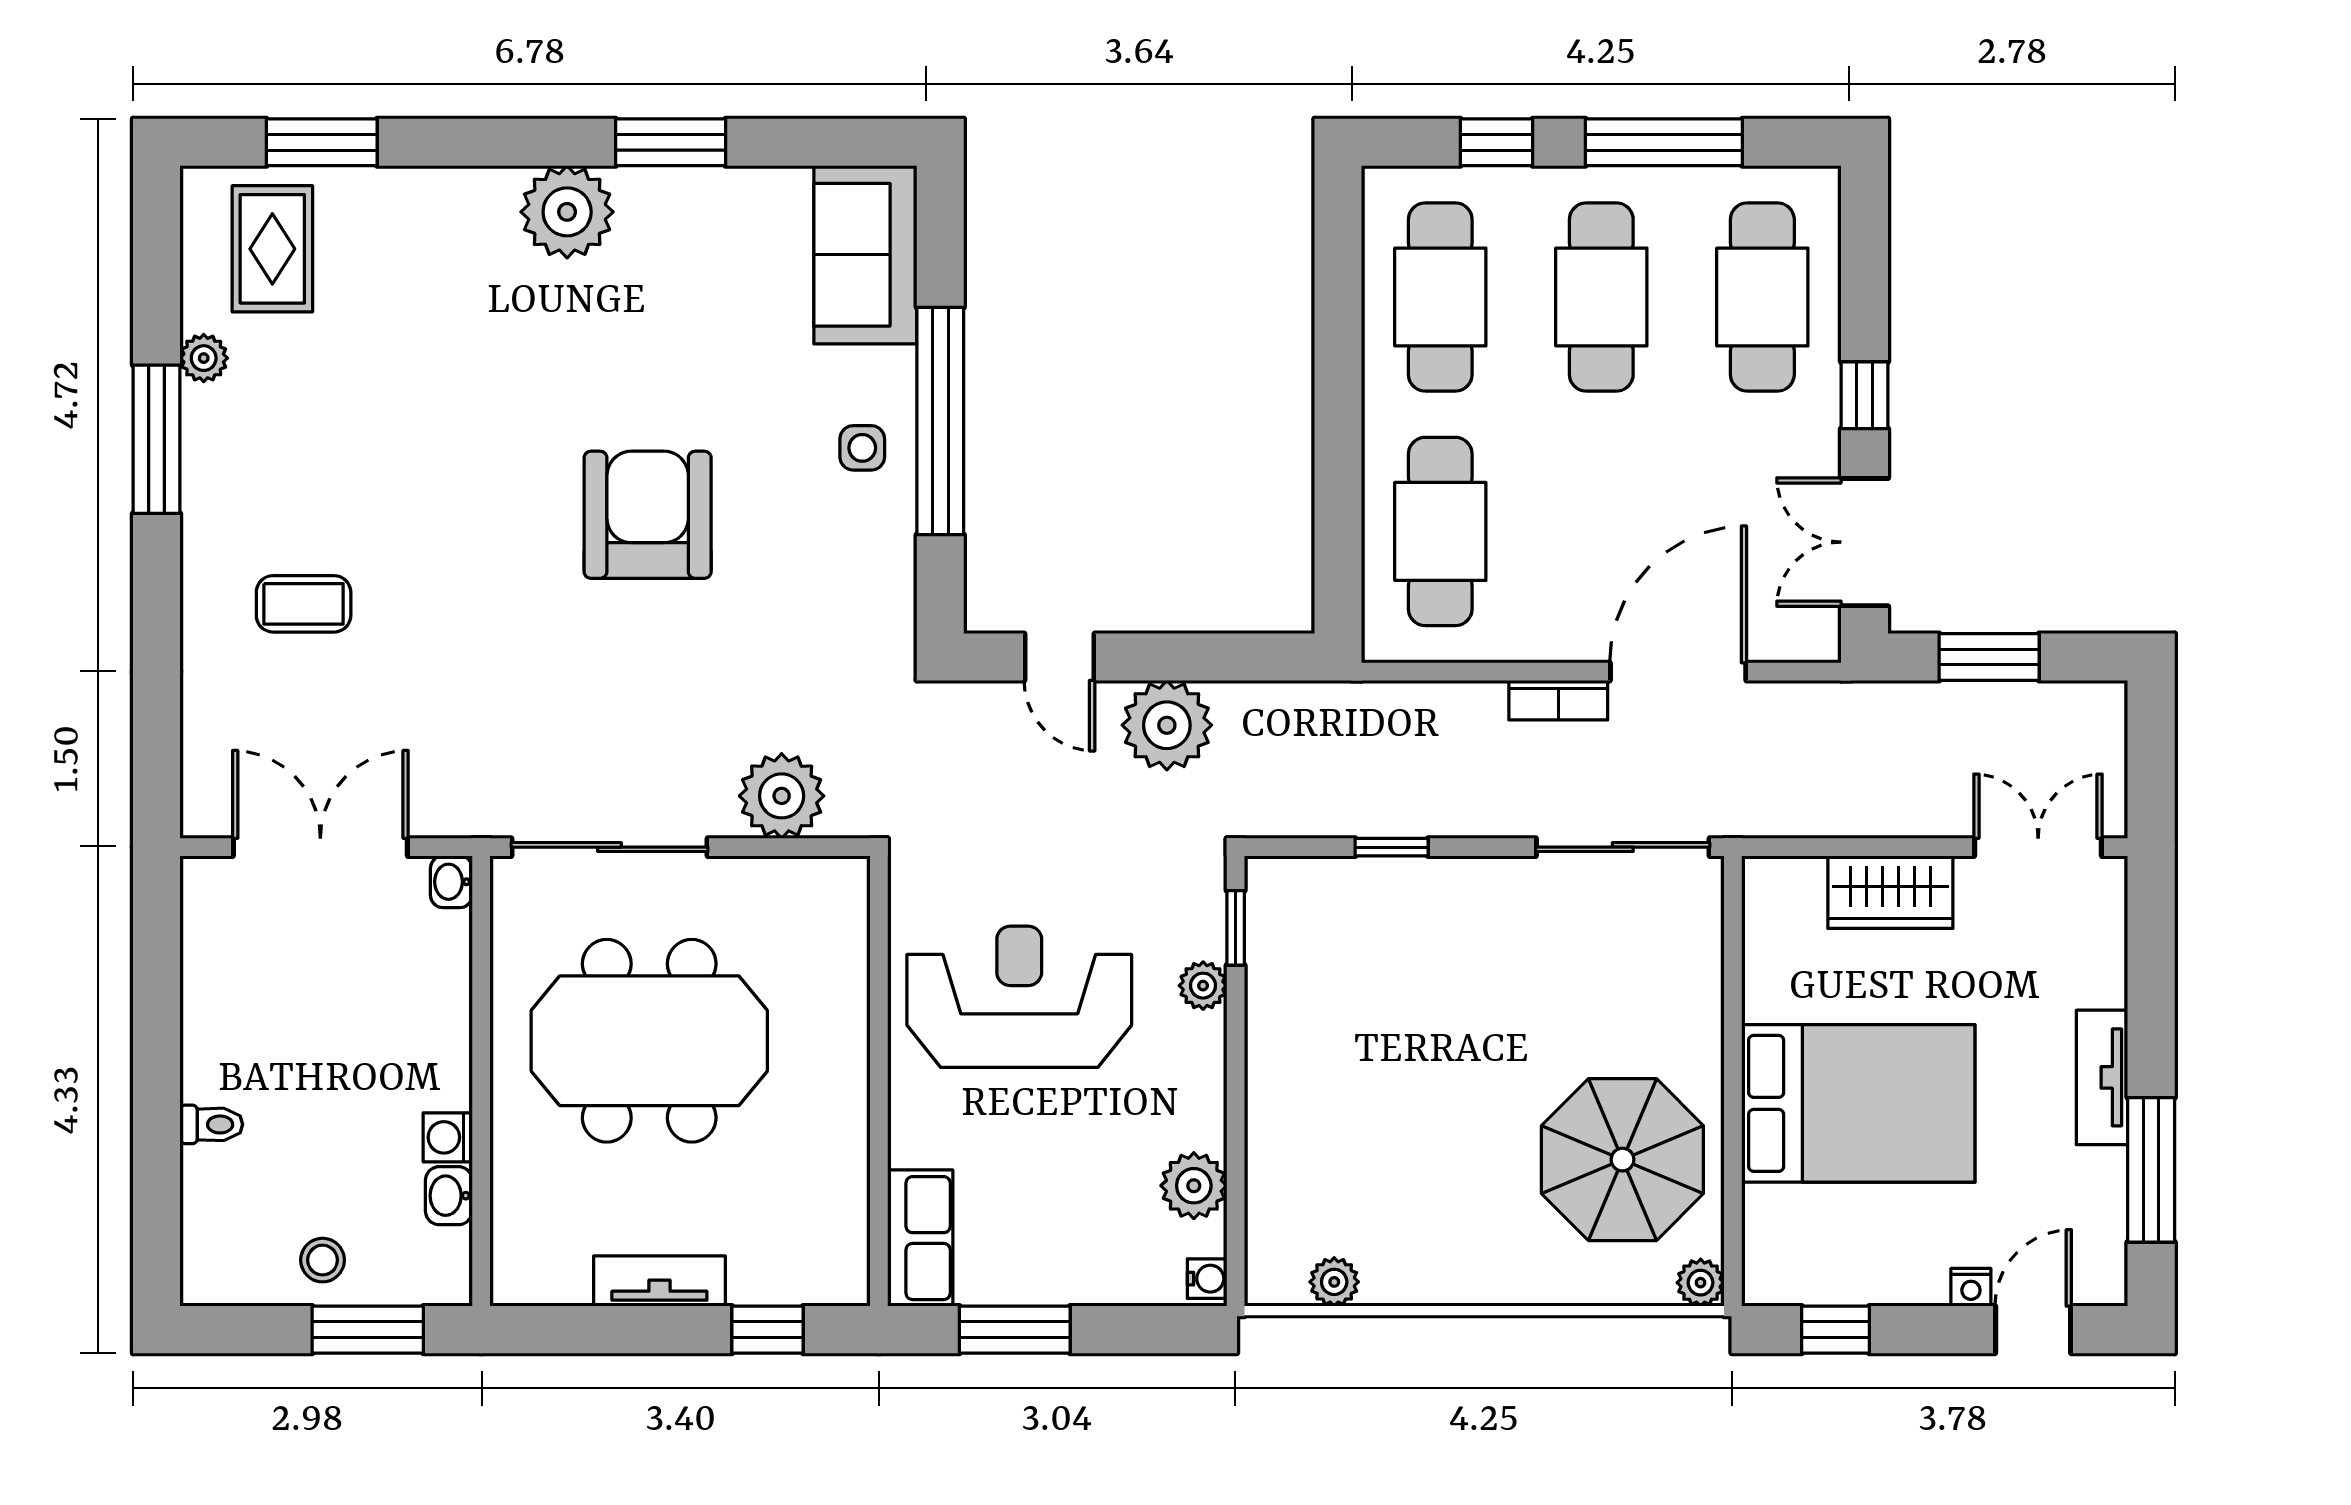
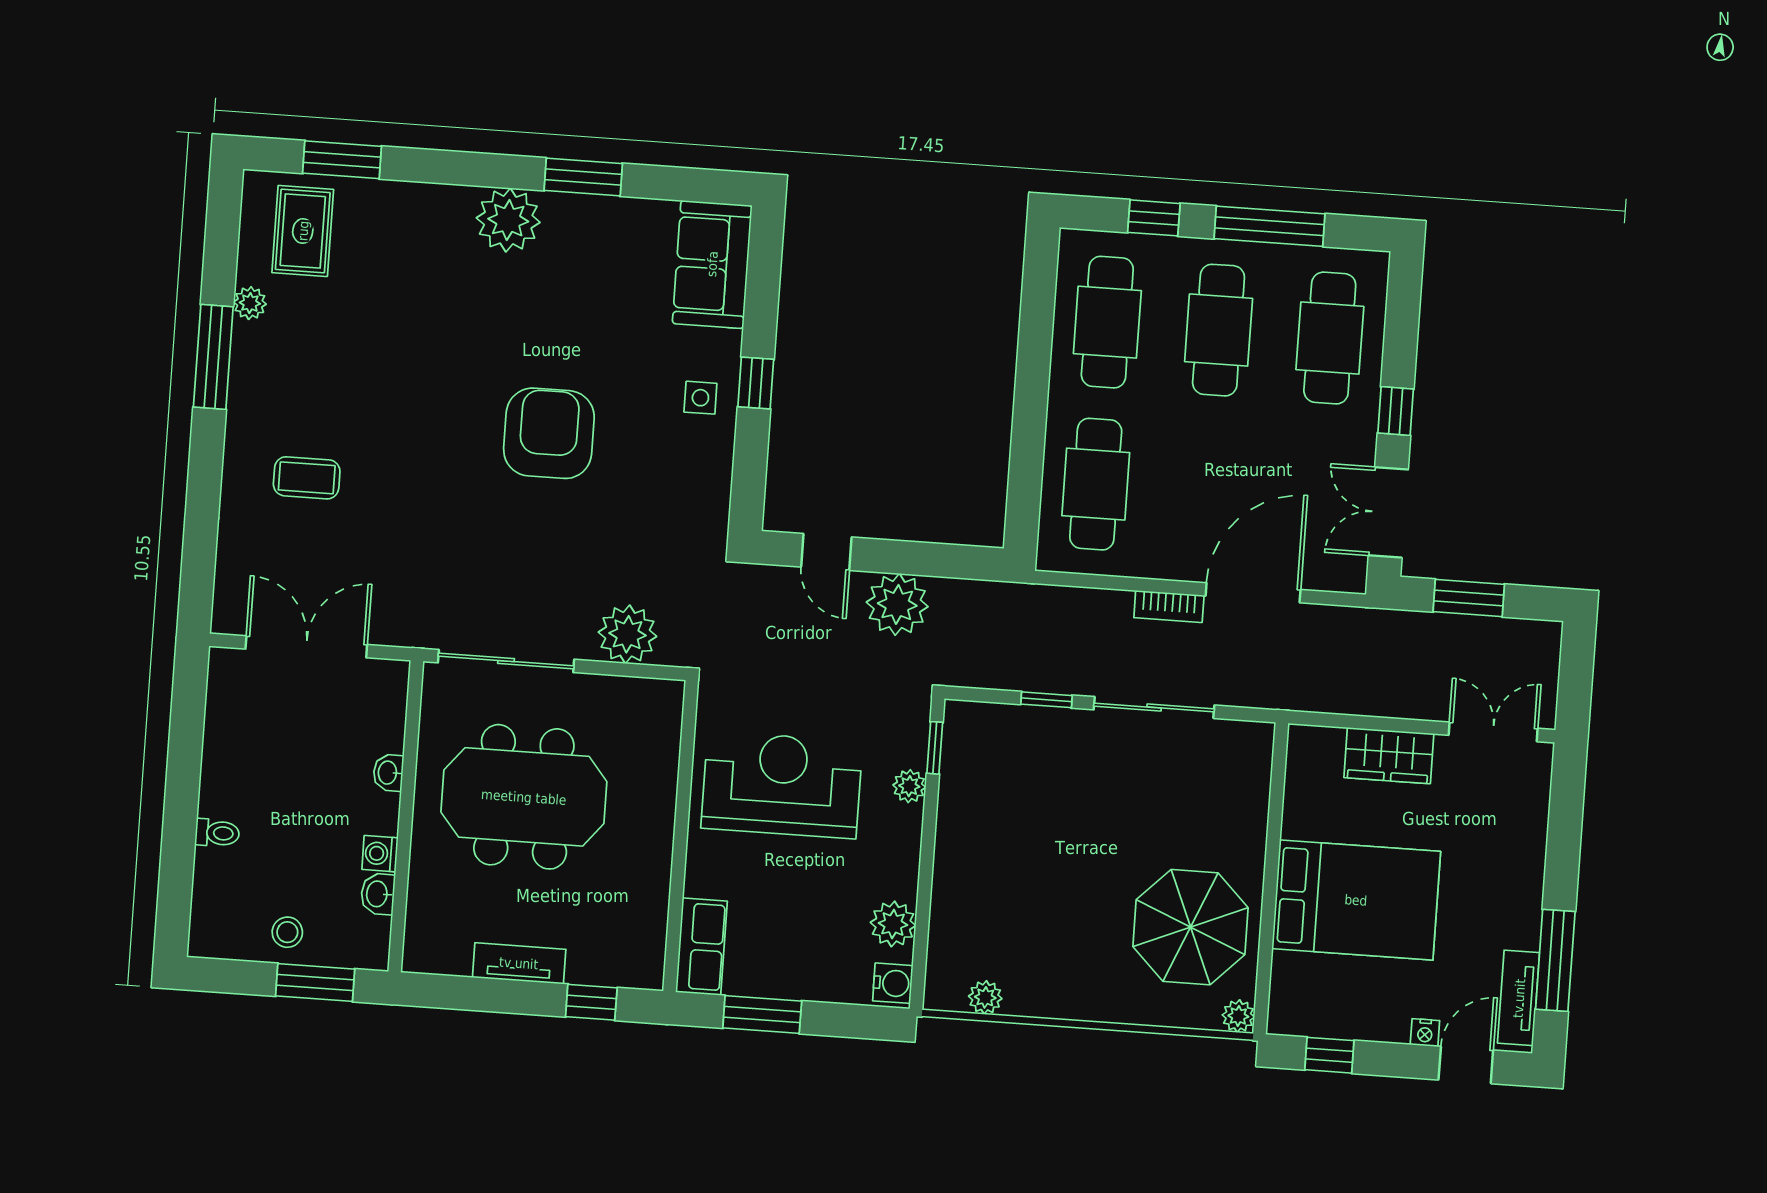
window: (940, 421) -> (756, 383), width x0.32
sliding door: (1623, 847) -> (1154, 707), moved
washbasin: (451, 882) -> (388, 773), moved
tv unit: (2102, 1077) -> (1519, 998), moved
water cooler: (1207, 1279) -> (893, 983), width x1.38, depth x1.38

